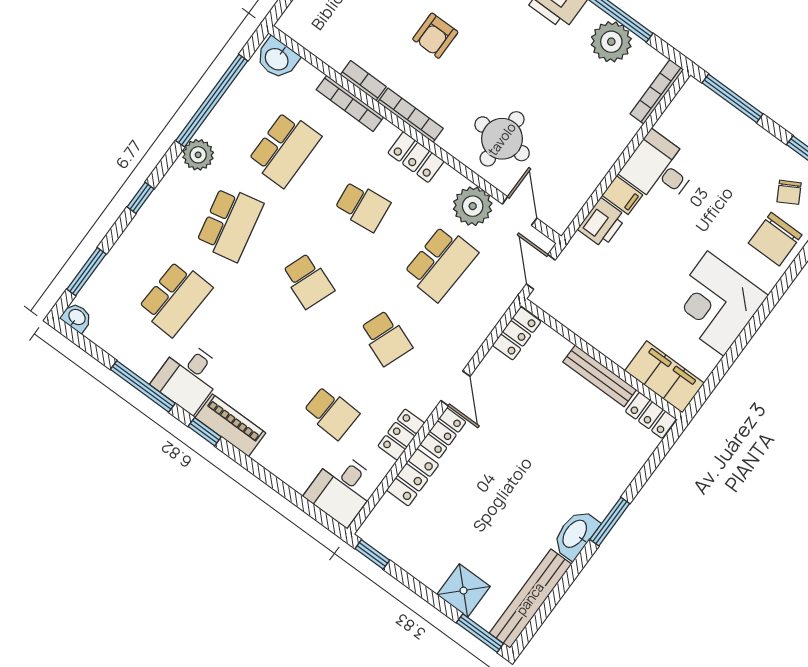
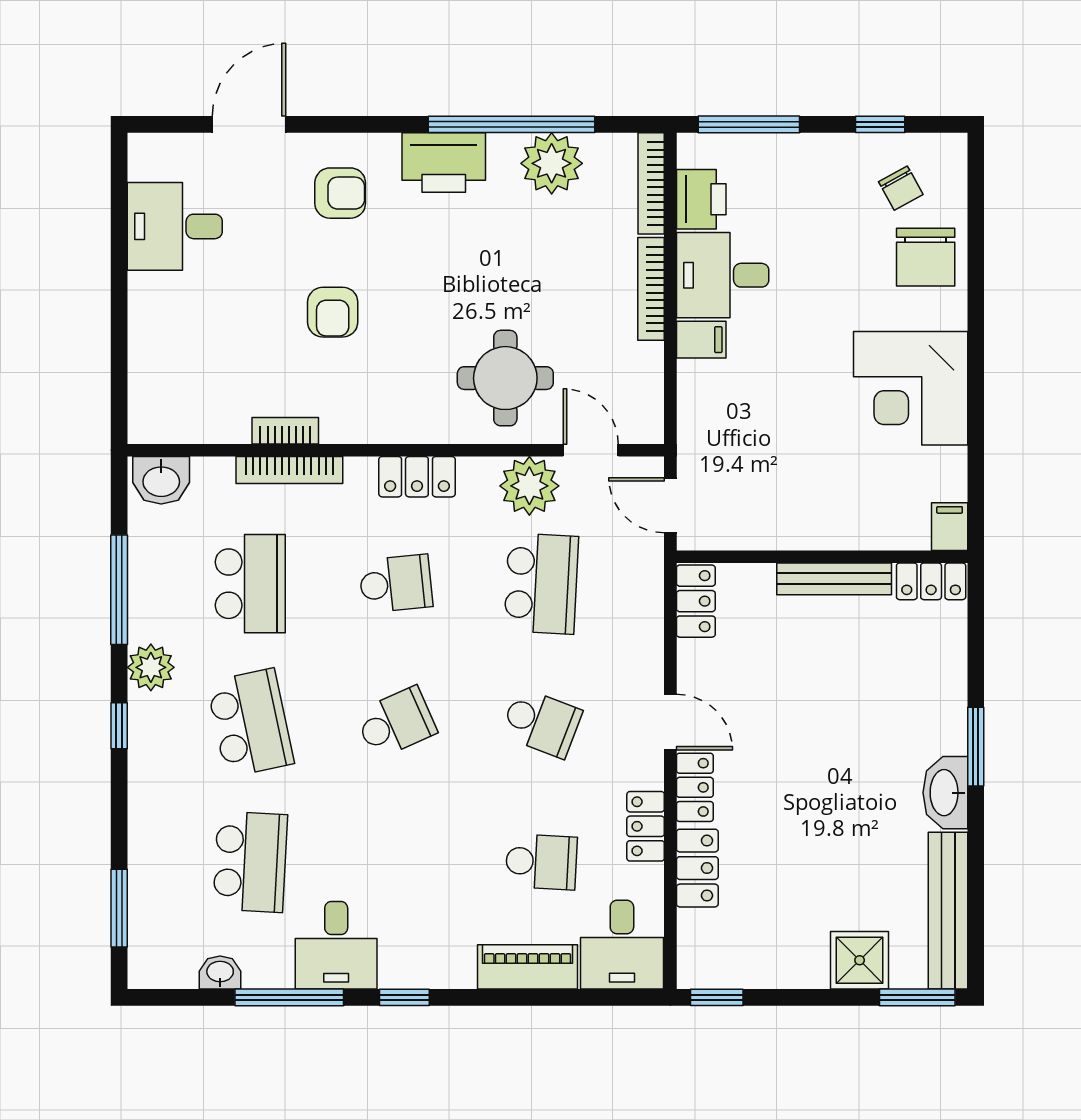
window: (212, 101) -> (119, 590), width x0.68
bookcase: (410, 115) -> (651, 289), moved, turned -90
window: (140, 198) -> (119, 726), moved
printer: (602, 223) -> (701, 199), moved
school desk: (308, 281) -> (396, 723), turned -45
washbasin: (77, 318) -> (220, 973), moved
filing cabinet: (664, 377) -> (950, 527), width x0.33, depth x0.86
piano: (230, 425) -> (528, 967), moved

